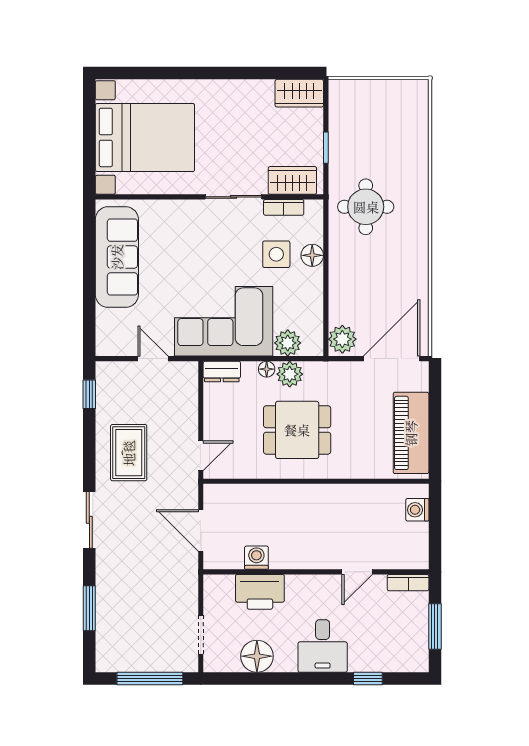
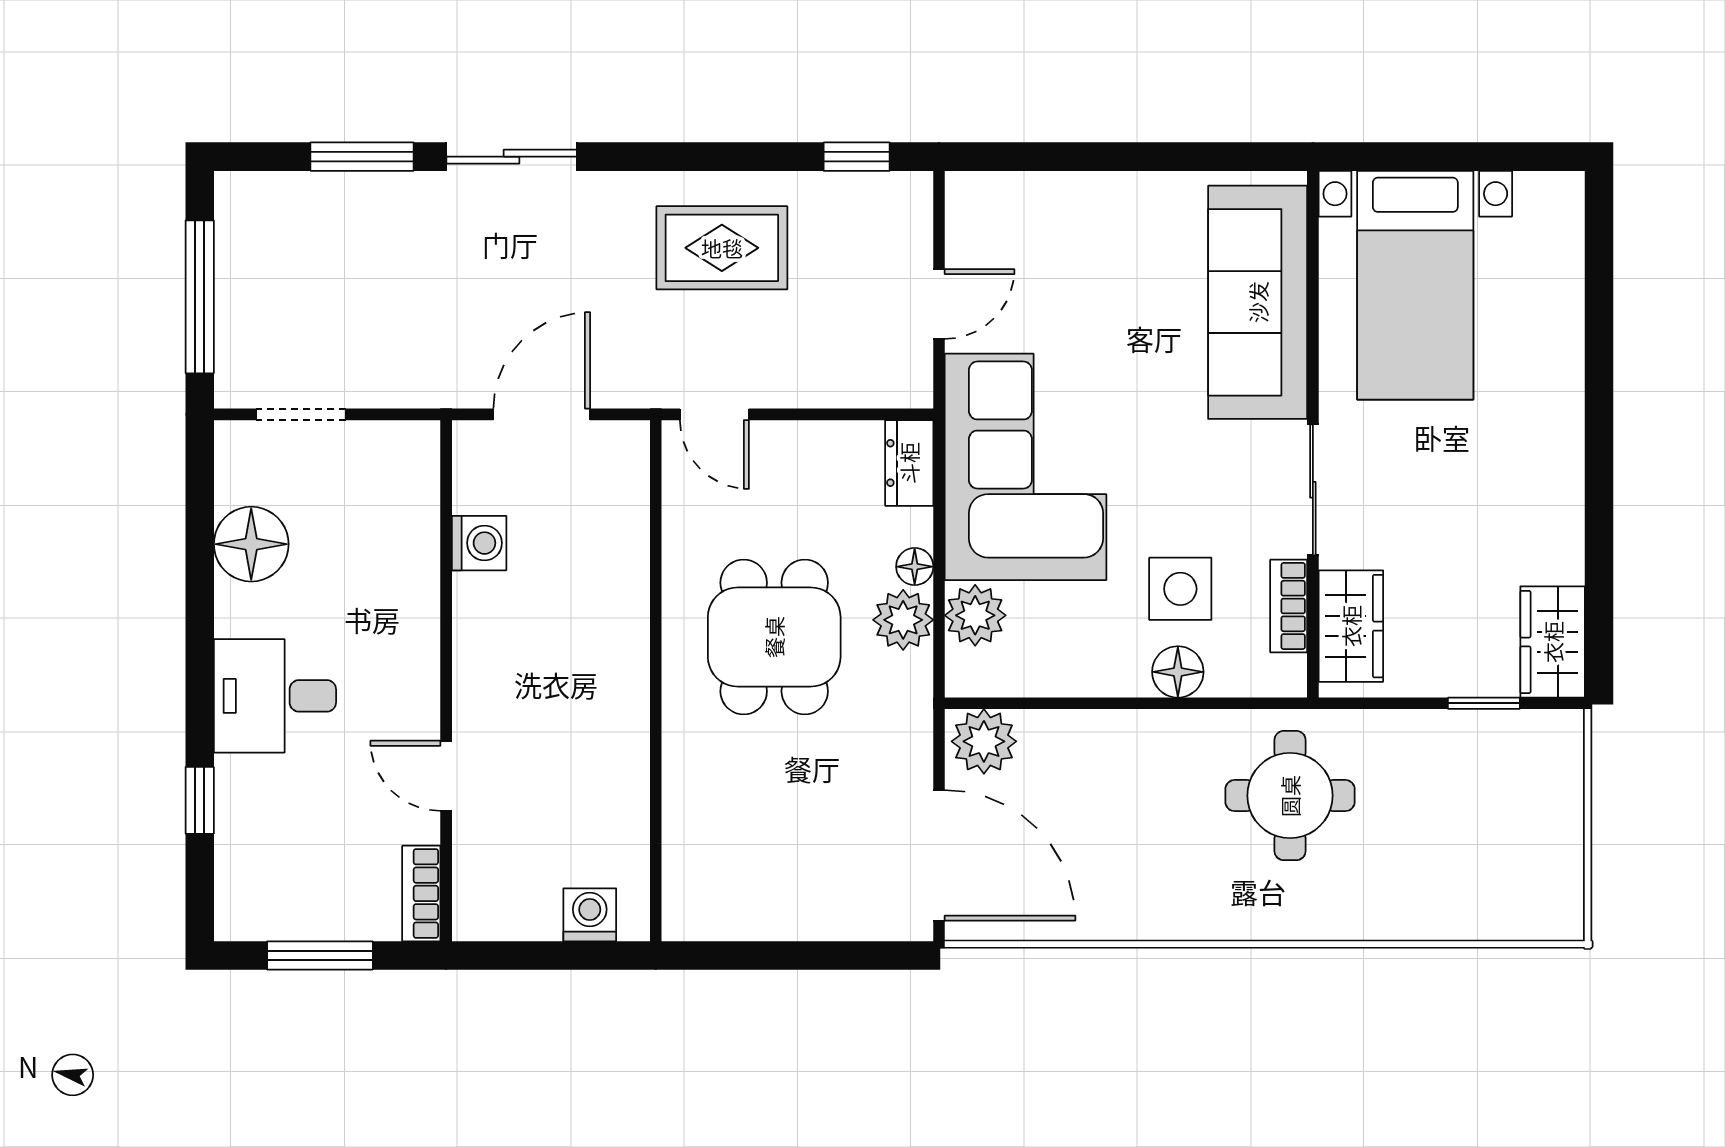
bed with nightstands: (145, 137) -> (1415, 285), width x0.73
window: (326, 148) -> (1484, 703), moved
sofa: (117, 257) -> (1258, 302), moved, turned 90
piano: (411, 433) -> (767, 900), removed
sliding door: (89, 520) -> (512, 157), moved
printer: (260, 592) -> (400, 551), removed

